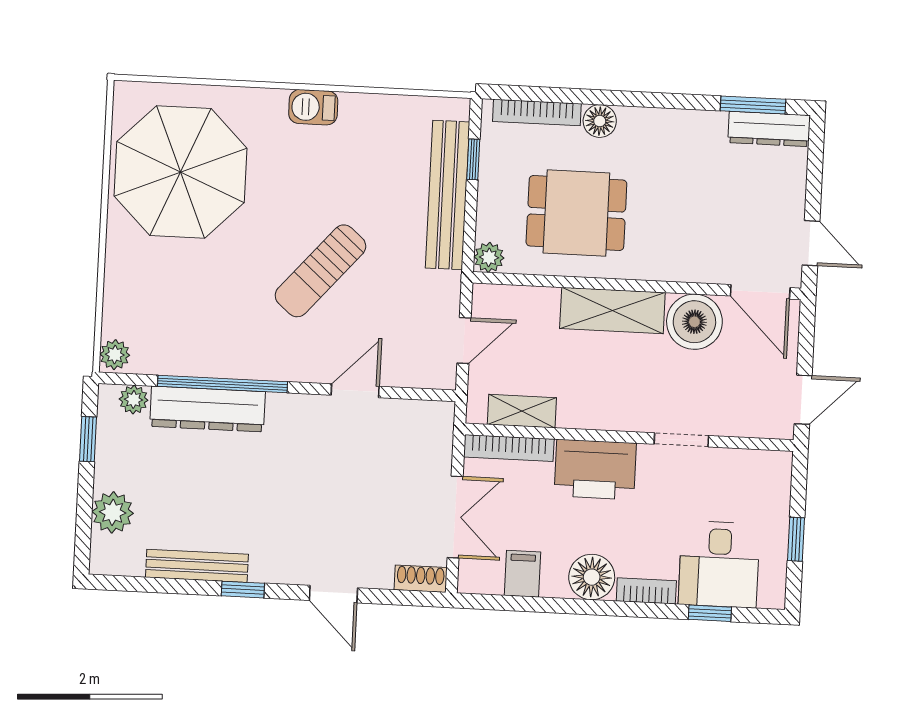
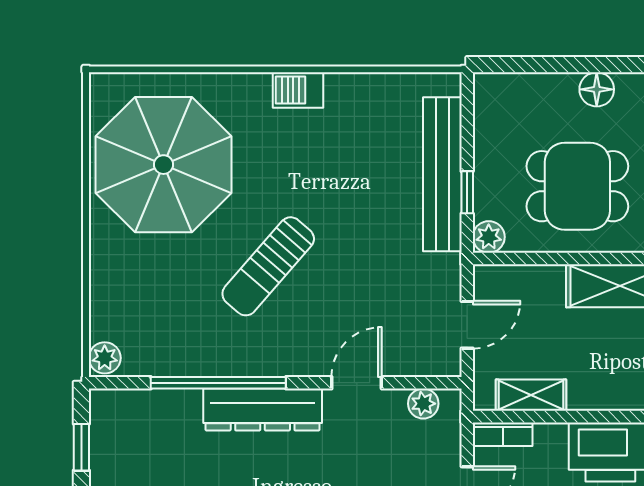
bookcase: (537, 113) -> (531, 84), removed
window: (473, 159) -> (467, 192), moved
sun lounger: (320, 271) -> (268, 266), moved
plant: (134, 400) -> (423, 404), moved
dresser: (208, 409) -> (263, 410), moved
bookcase: (509, 448) -> (503, 434), width x0.64

